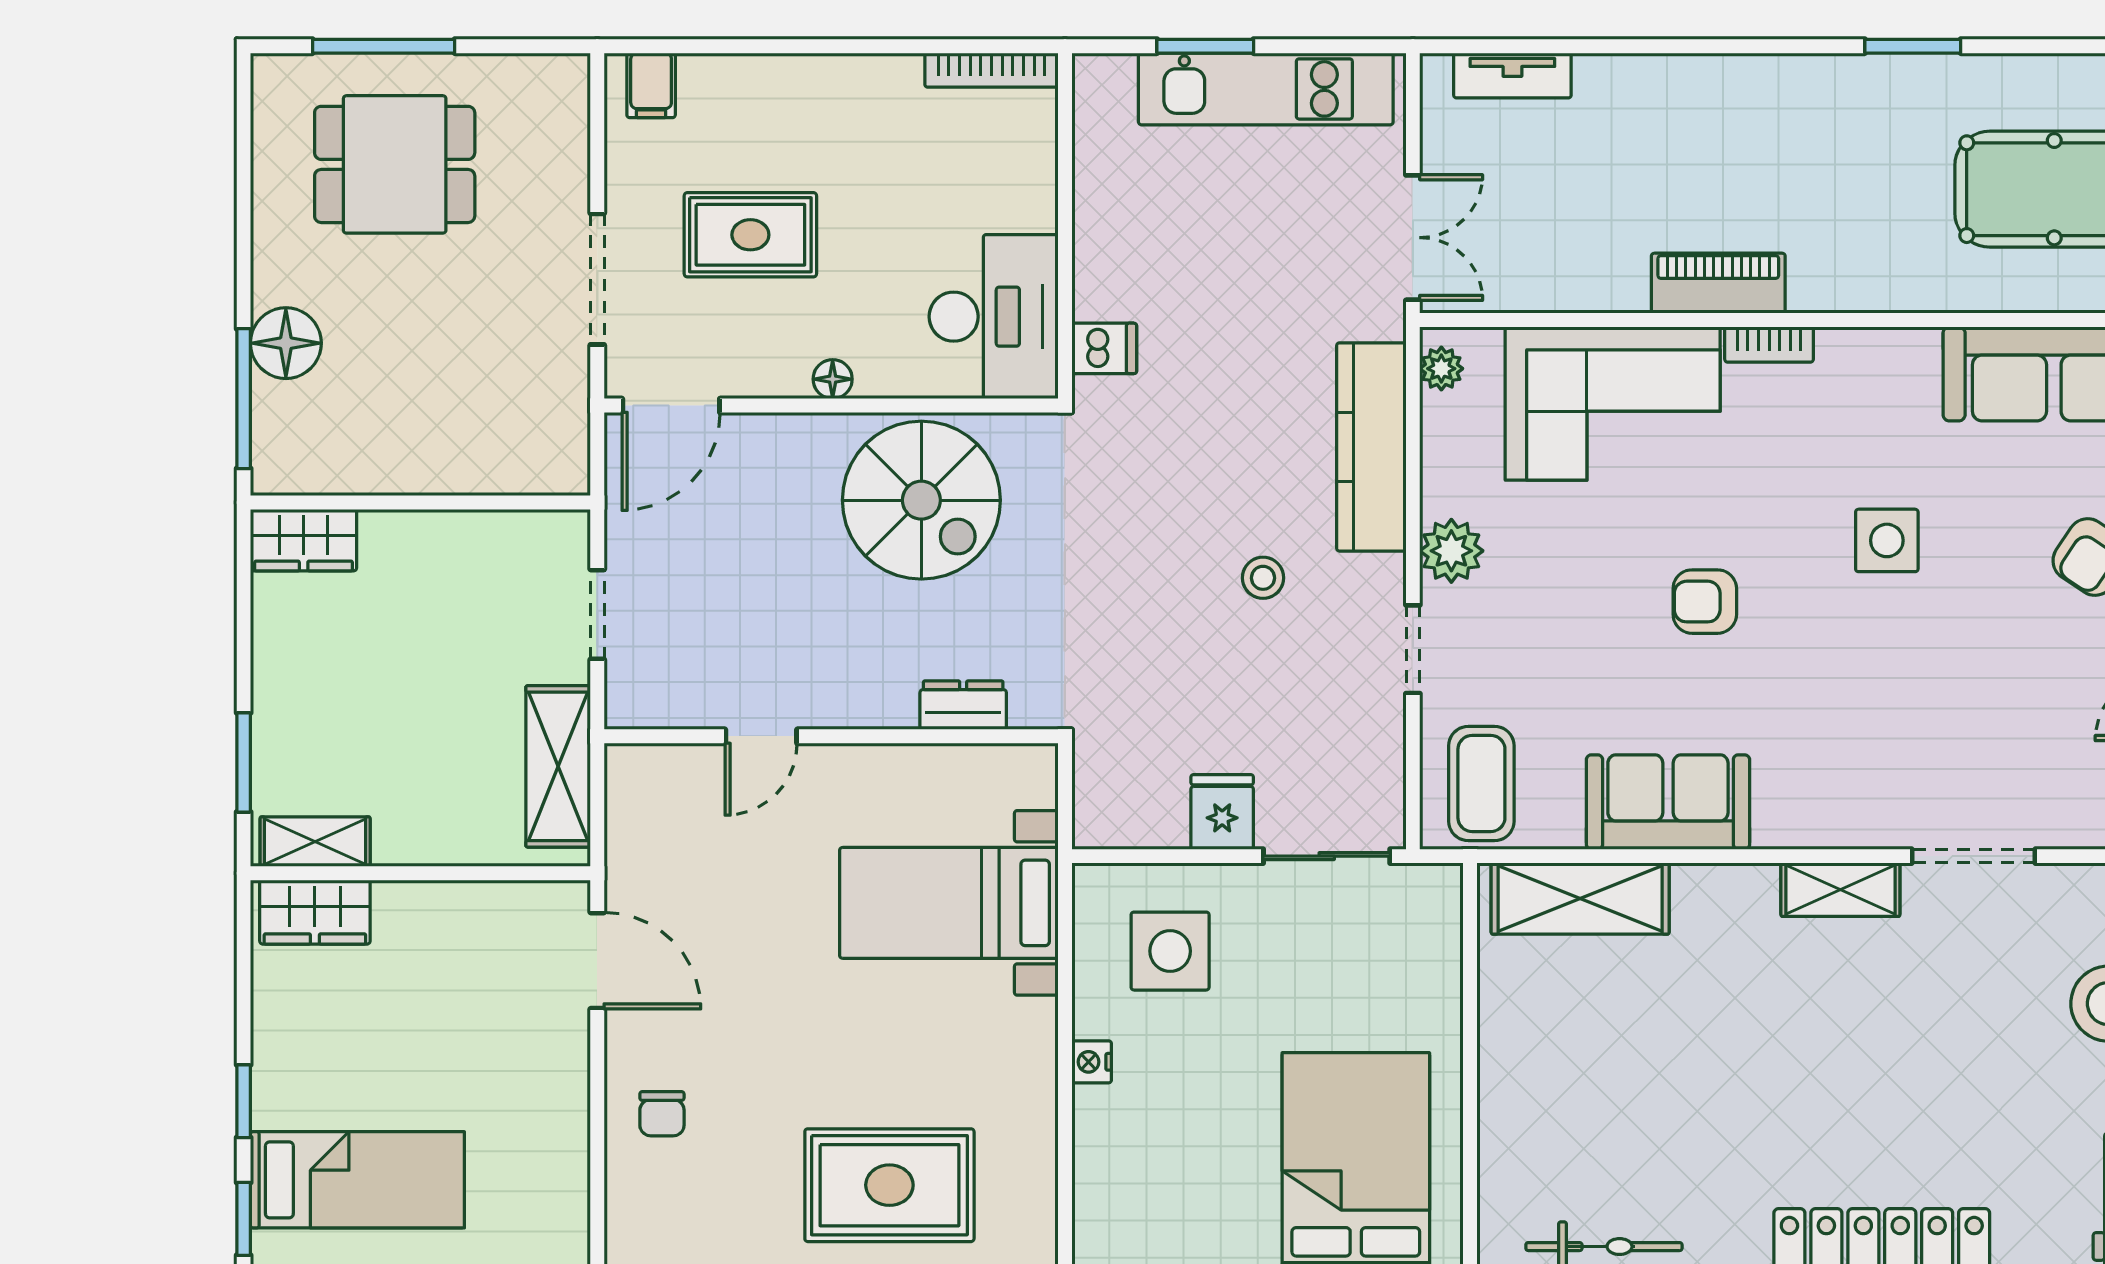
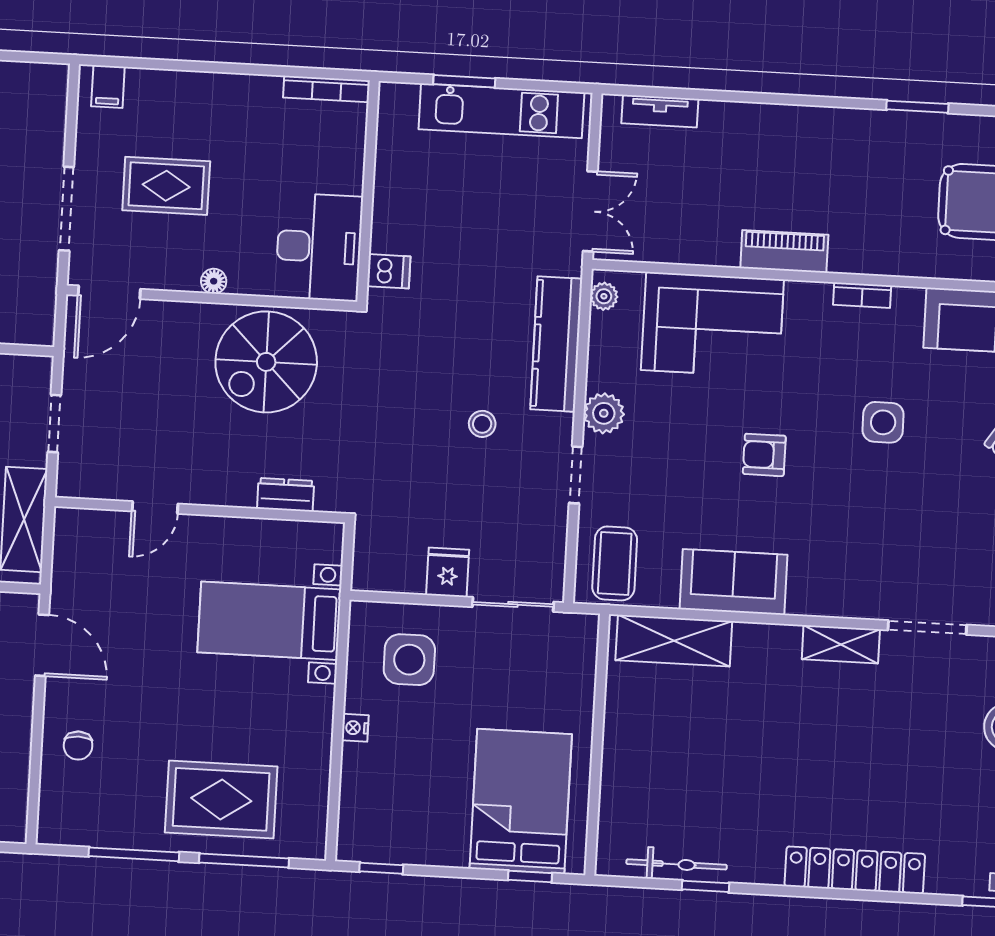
bookcase: (1769, 345) -> (862, 295), moved
spiral stairs: (921, 500) -> (266, 362), turned 90

